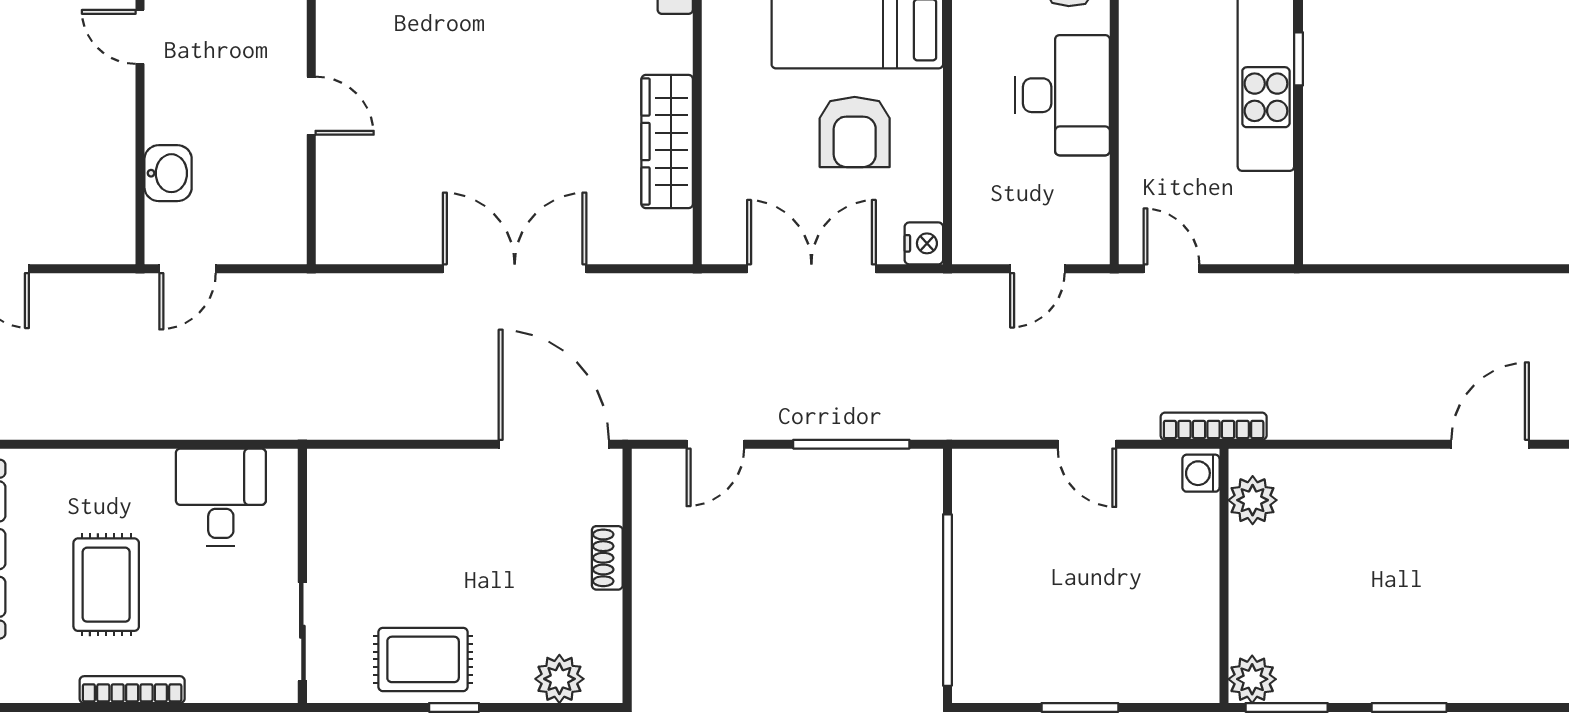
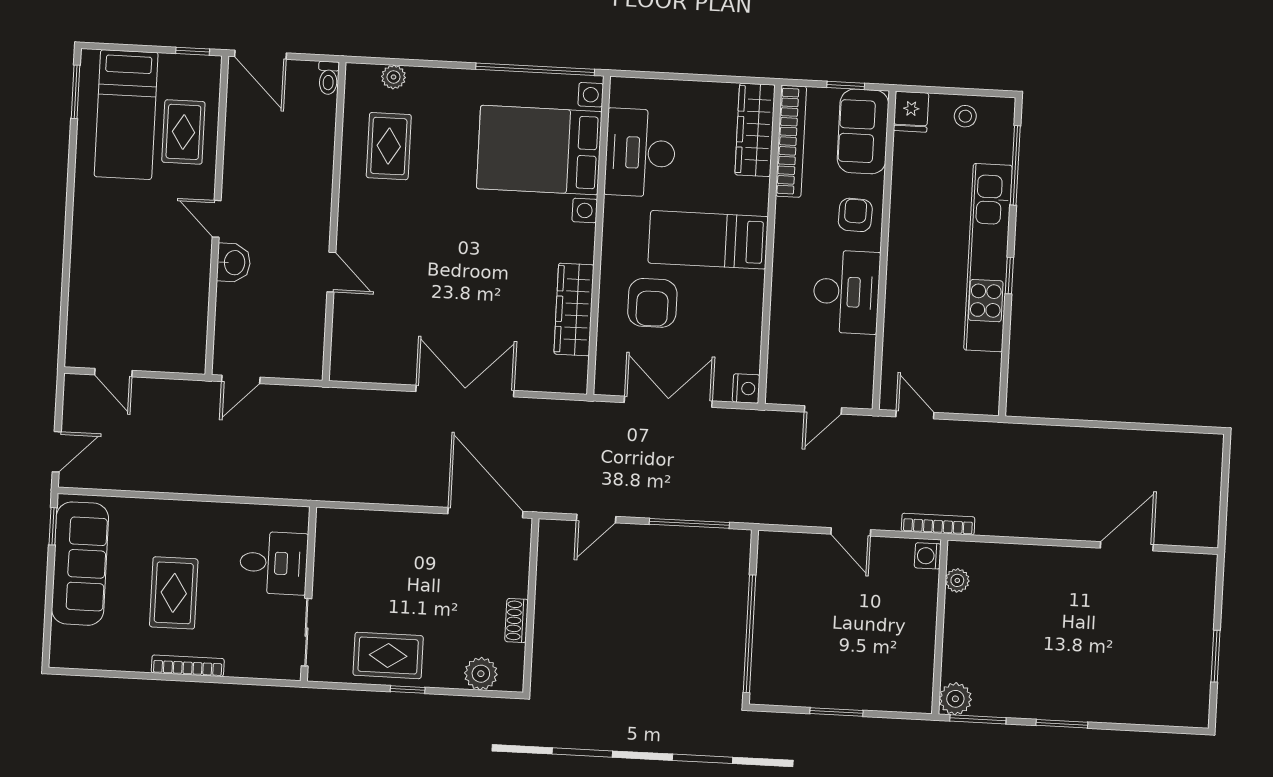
armchair: (855, 132) -> (652, 303), moved
washbasin: (168, 173) -> (234, 263), moved
desk: (221, 497) -> (274, 563), moved, turned 90
plant: (1253, 500) -> (957, 580), width x0.73, depth x0.73
shoe rack: (607, 558) -> (517, 620), moved

